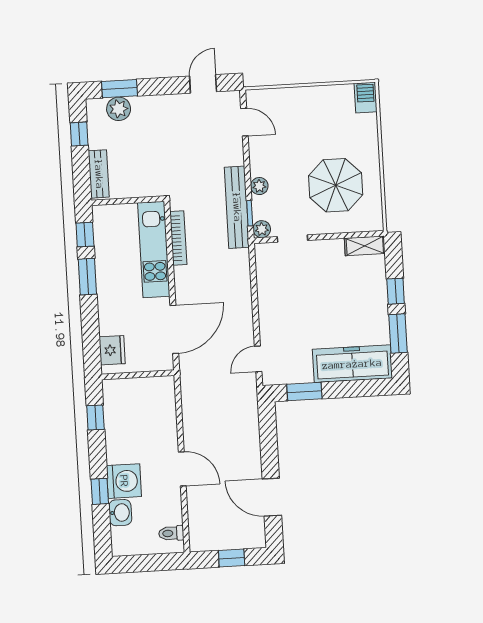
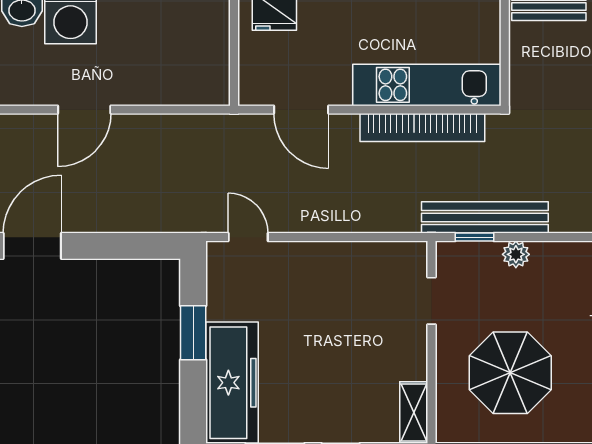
plant: (262, 229) -> (449, 254), removed
bookcase: (178, 238) -> (422, 128), width x1.48, depth x1.31
door: (174, 329) -> (301, 110), width x0.73
window: (304, 392) -> (193, 333), moved

